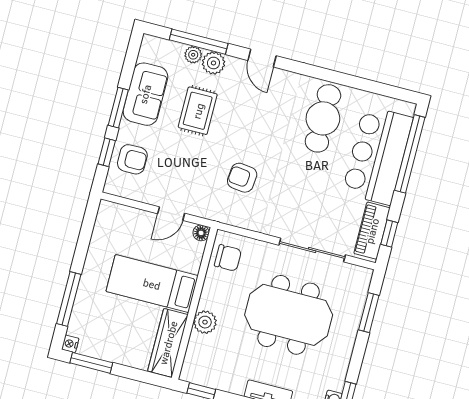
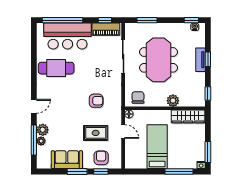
rug: (198, 111) -> (96, 133), moved
armchair: (242, 178) -> (96, 101), turned -96
bed: (152, 284) -> (157, 147), moved, turned 180

